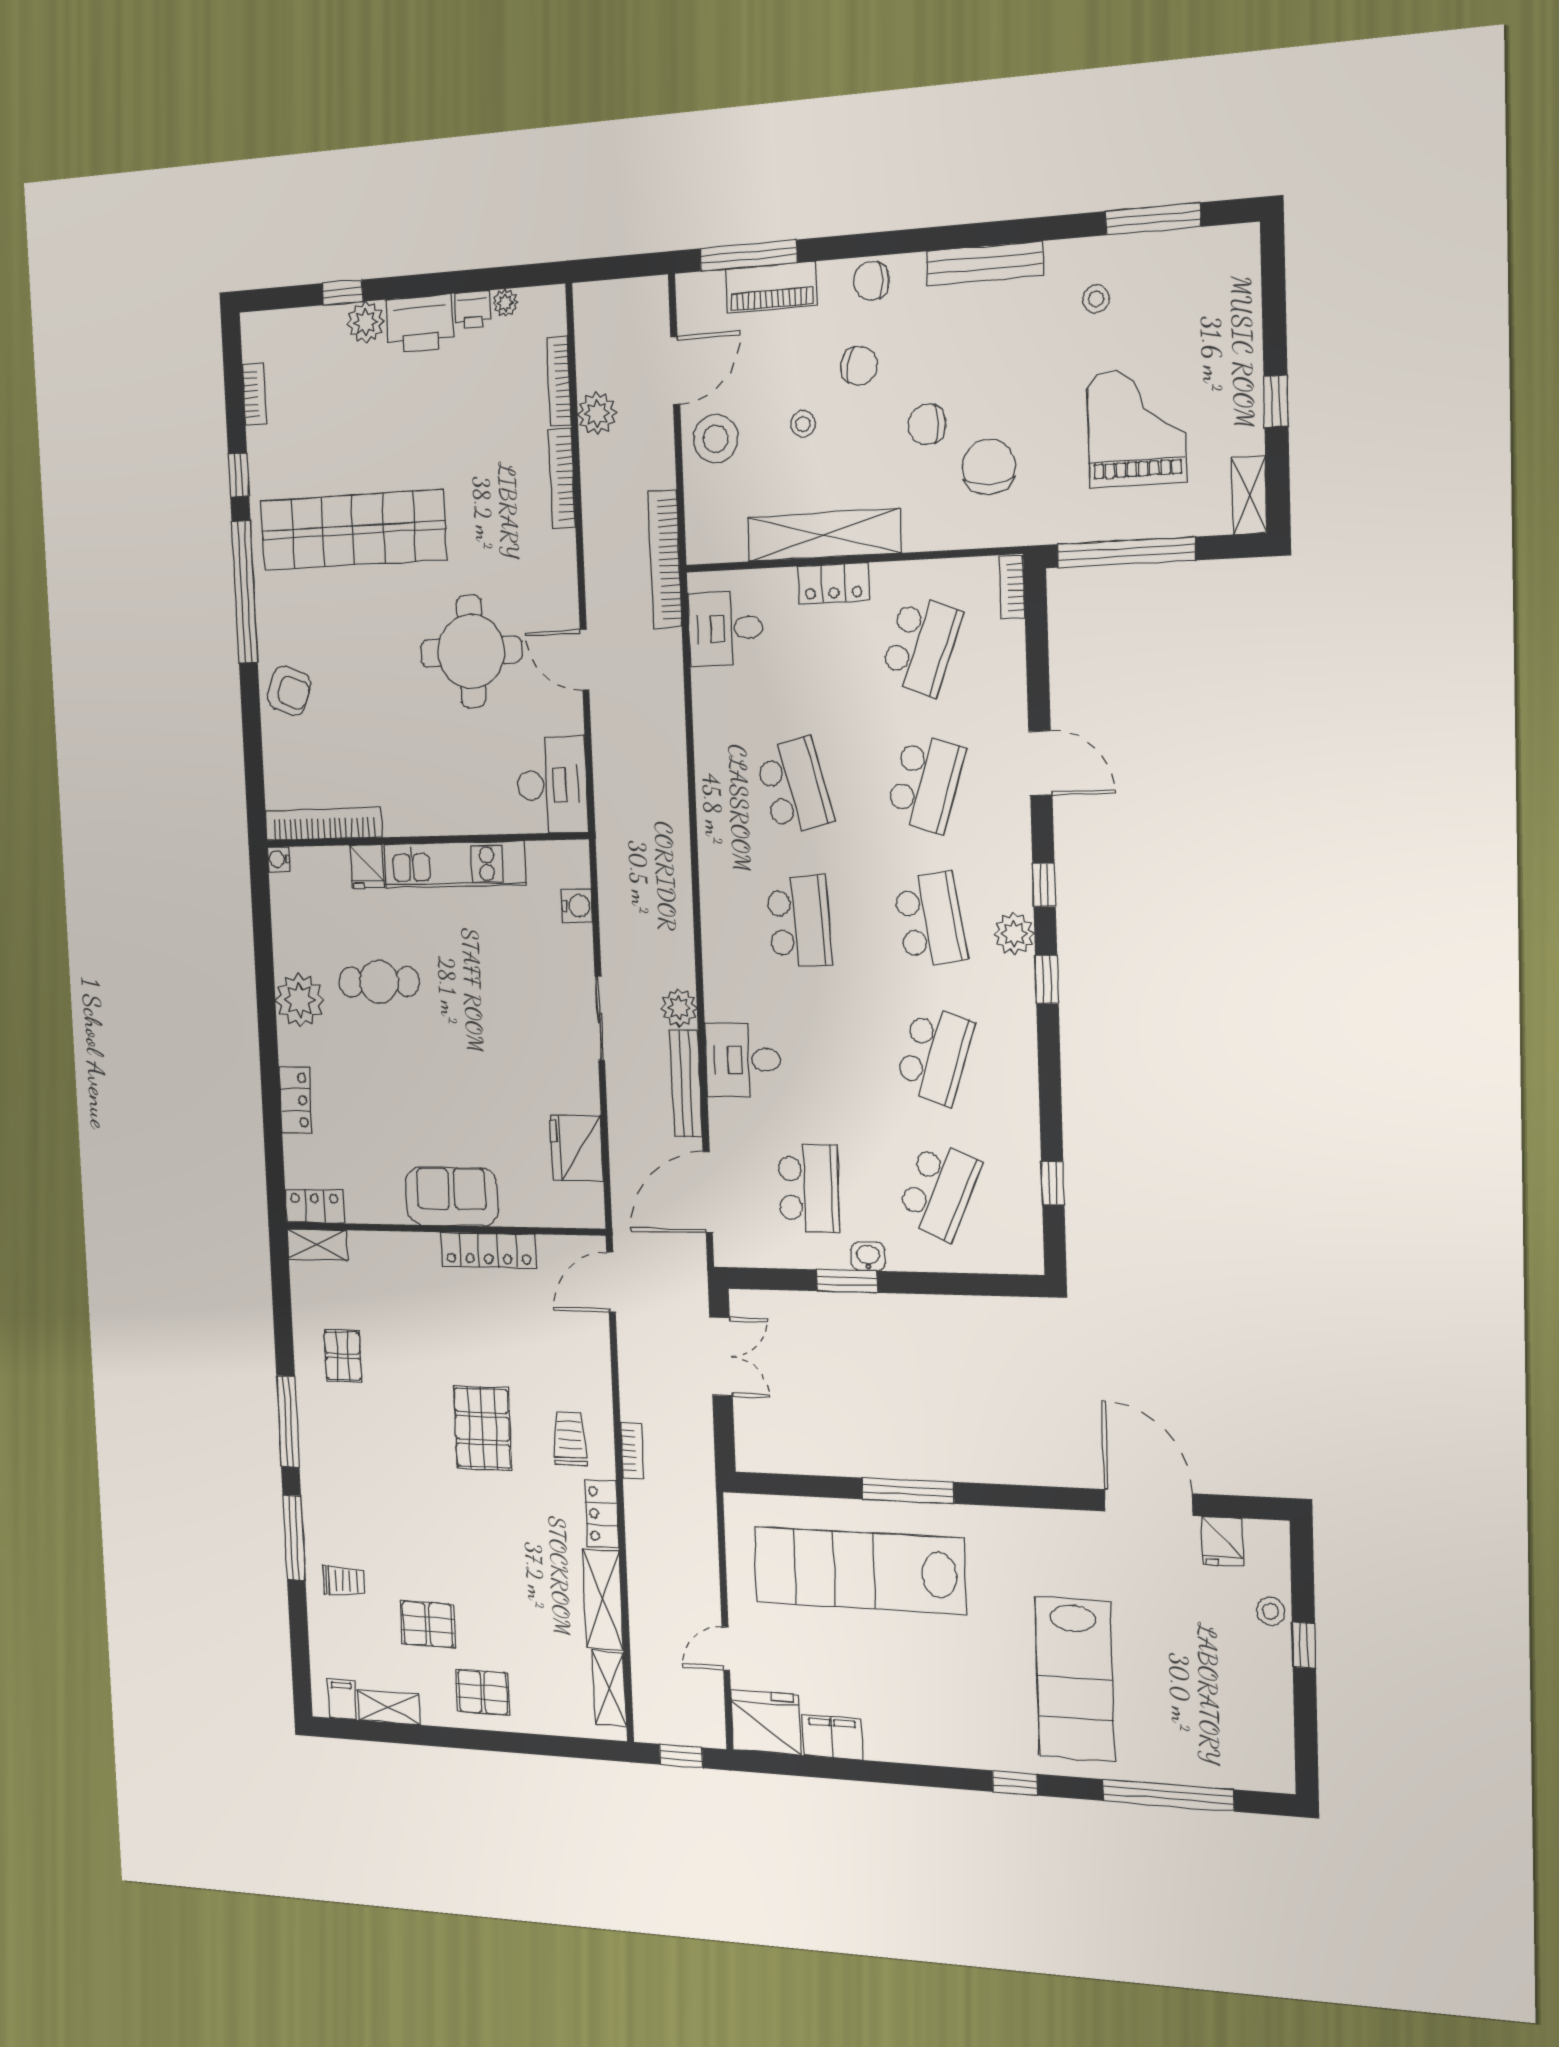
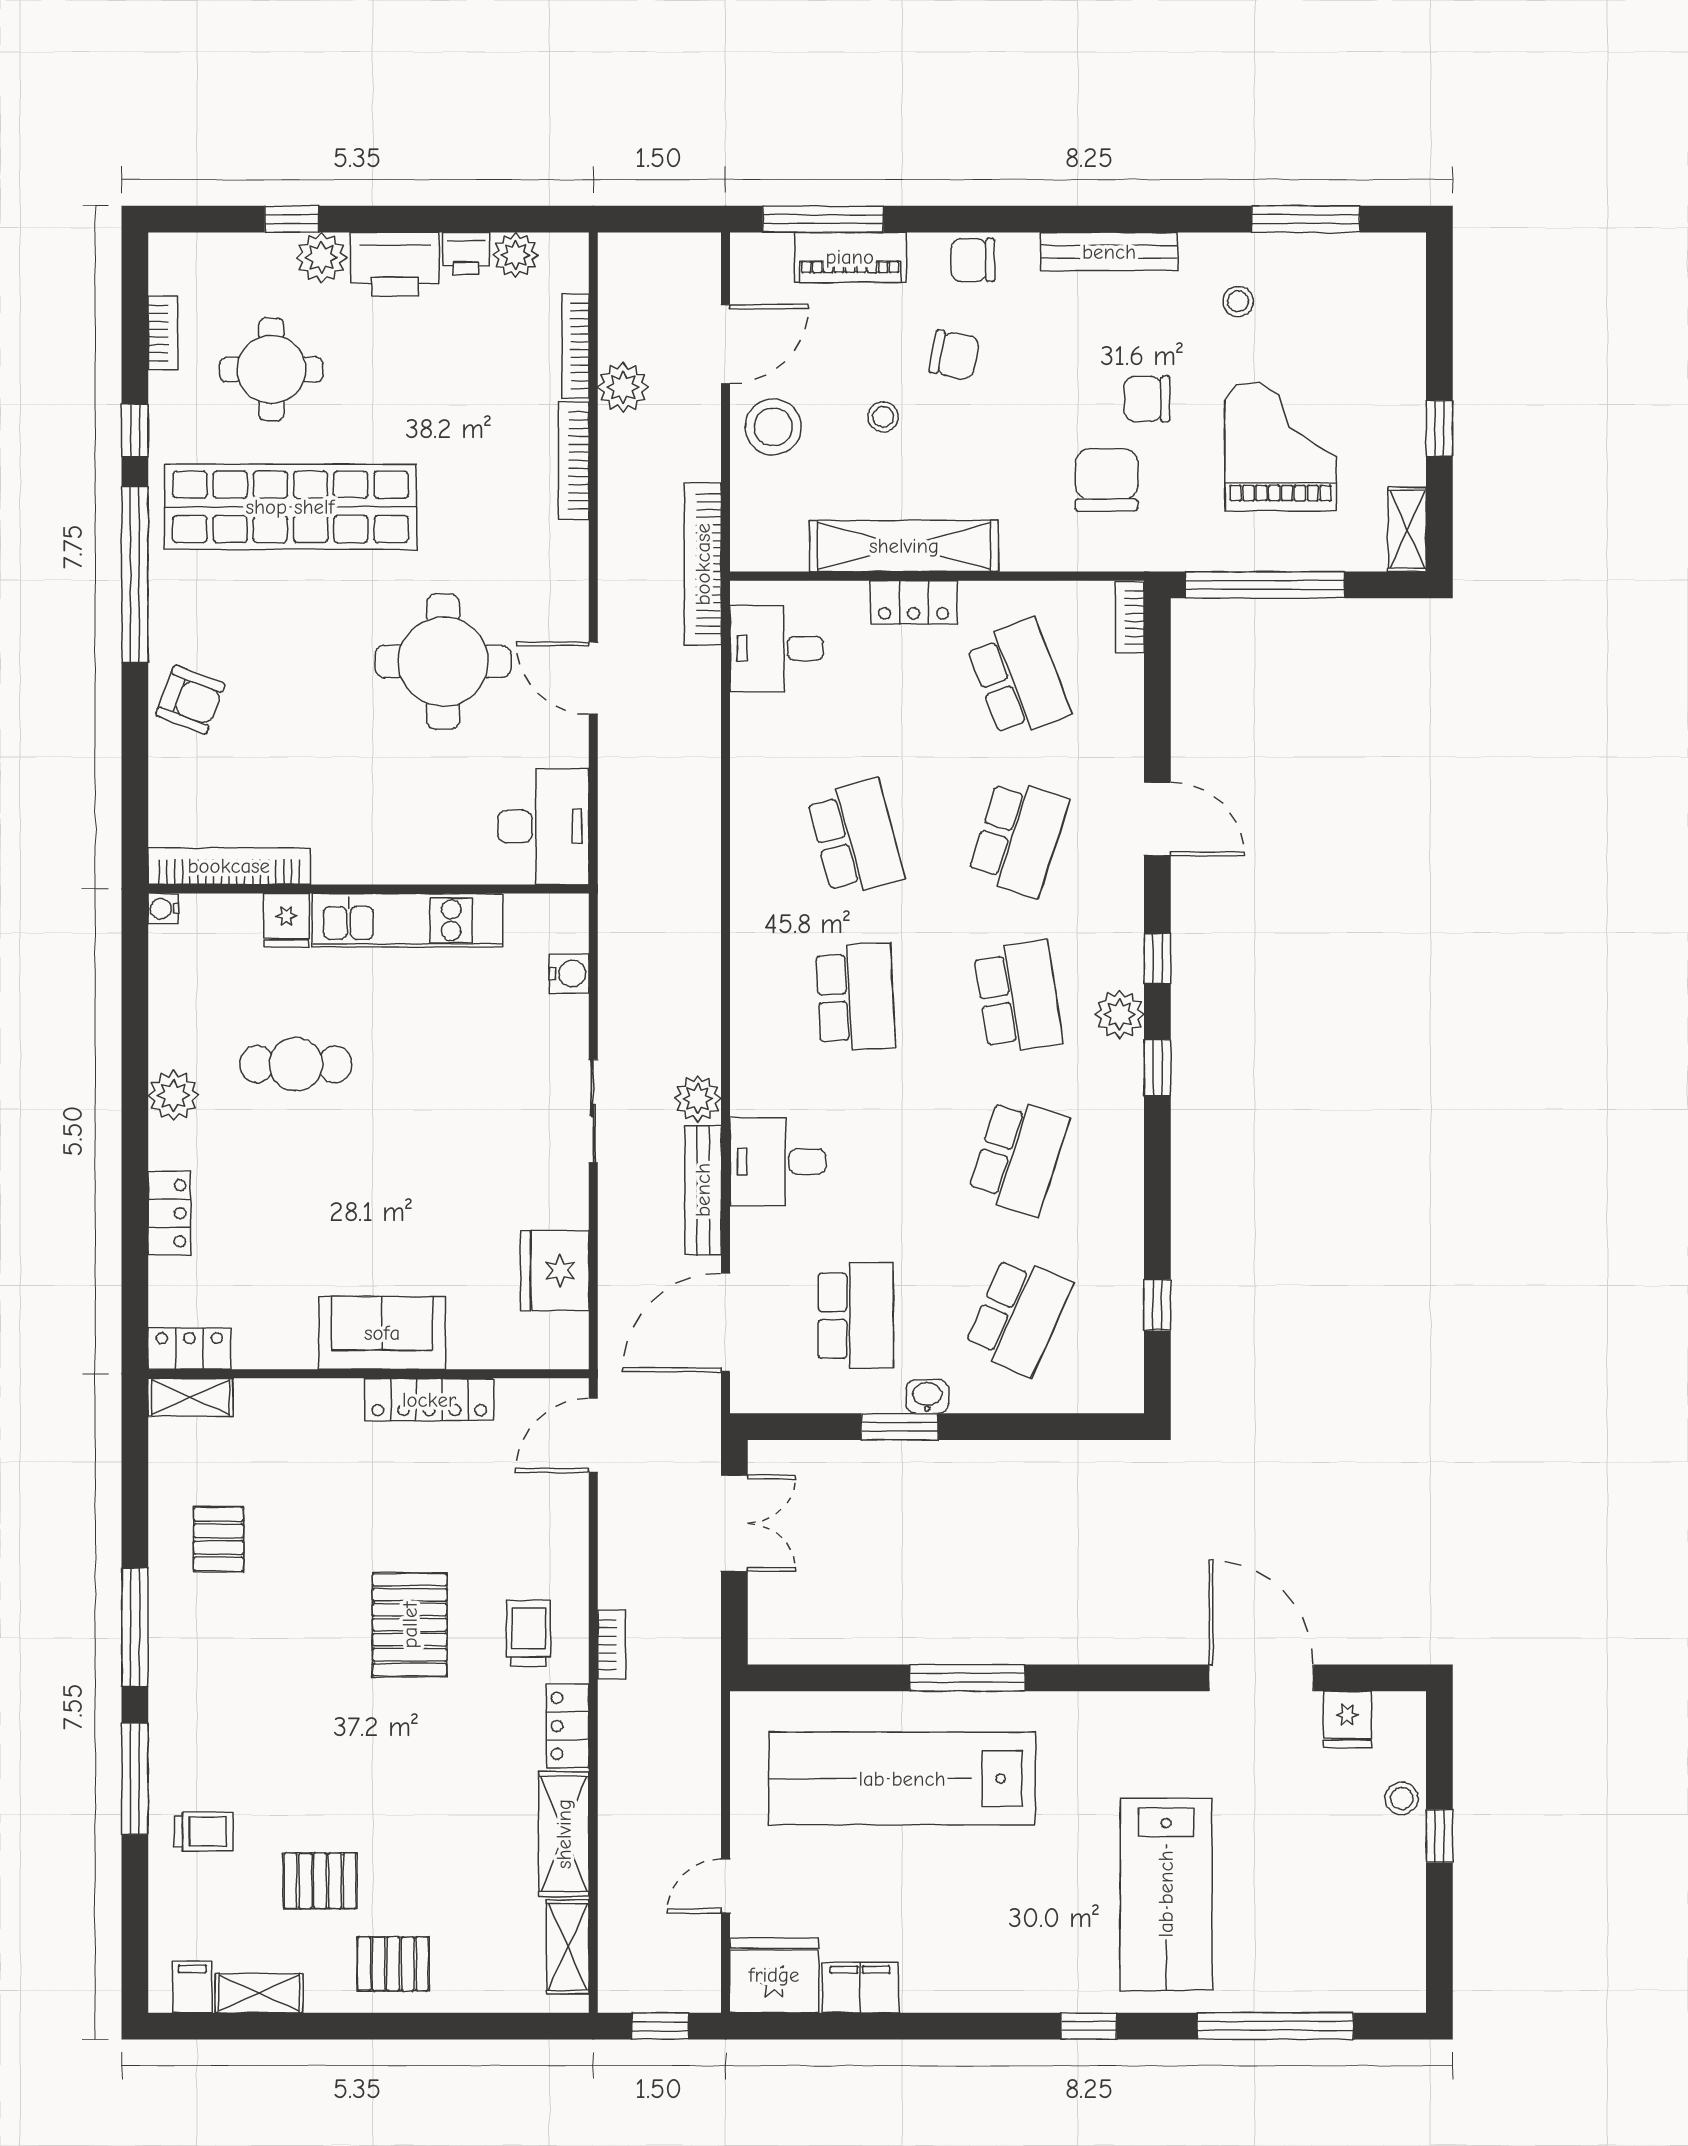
plant: (505, 303) -> (516, 255), width x1.38, depth x1.38
round table: (334, 418) -> (271, 369), added
chair: (927, 424) -> (1147, 399), moved
school desk: (921, 645) -> (1018, 678), turned -42
plant: (300, 1000) -> (174, 1096), width x0.73, depth x0.73

